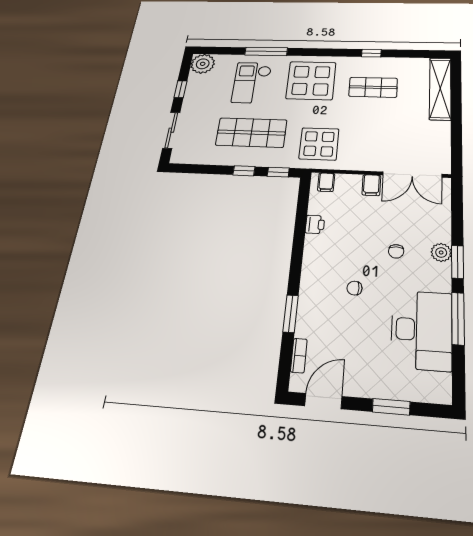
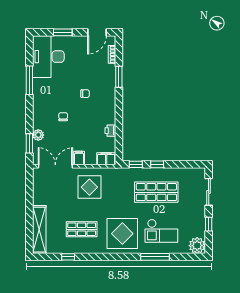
window: (371, 53) -> (68, 257), moved
checkout: (252, 83) -> (161, 231), turned 90
display table: (319, 144) -> (89, 187), moved
filing cabinet: (326, 182) -> (106, 159), width x2.00
plant: (441, 252) -> (38, 135), moved
window: (457, 262) -> (29, 143), moved
desk: (421, 330) -> (48, 57), moved

